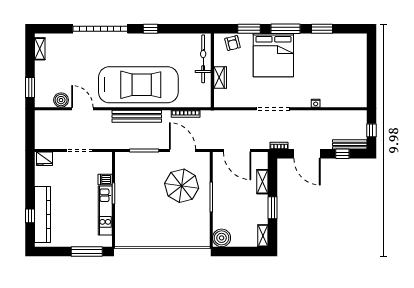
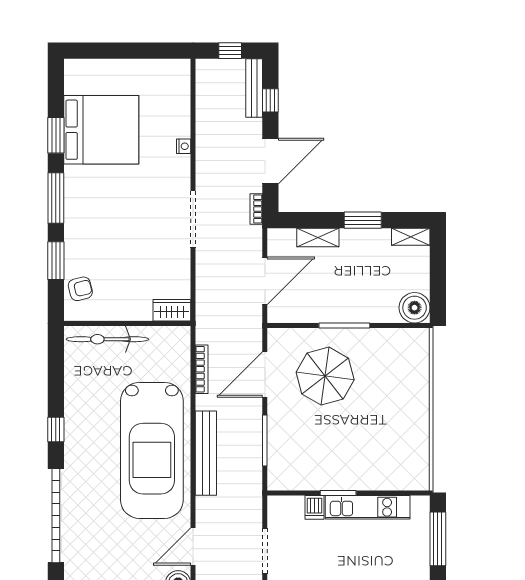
bed: (273, 55) -> (101, 130), moved
wardrobe: (220, 77) -> (172, 310), moved
car: (138, 85) -> (152, 450), turned 180

